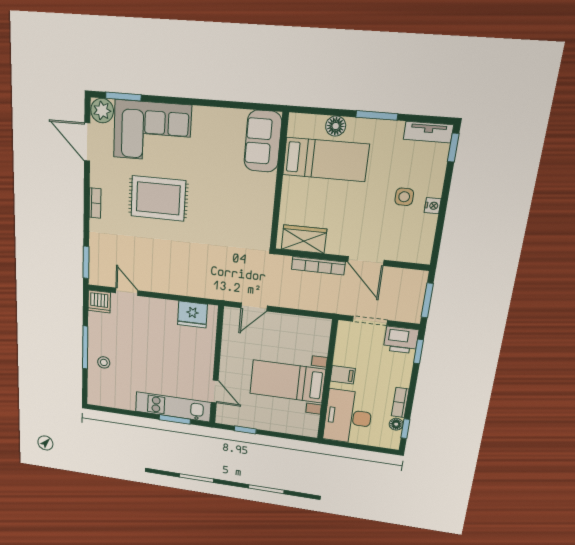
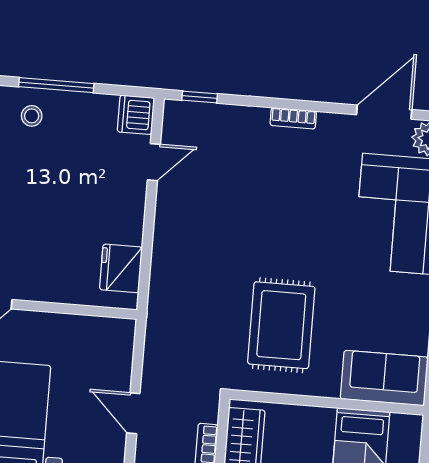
rug: (158, 198) -> (281, 325), moved
window: (86, 262) -> (200, 97), width x0.67
door: (254, 307) -> (133, 413), moved

